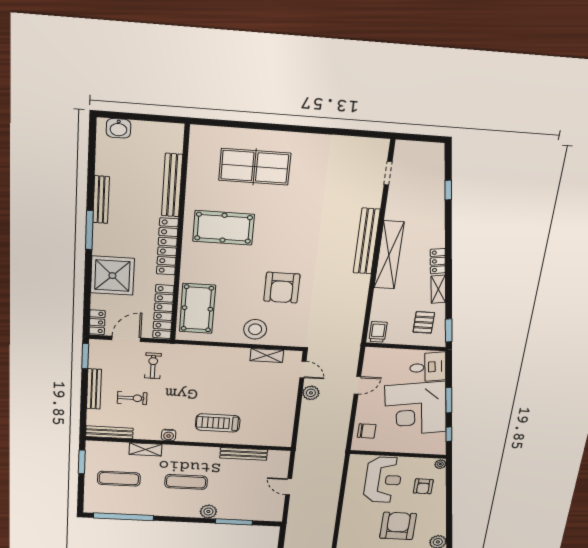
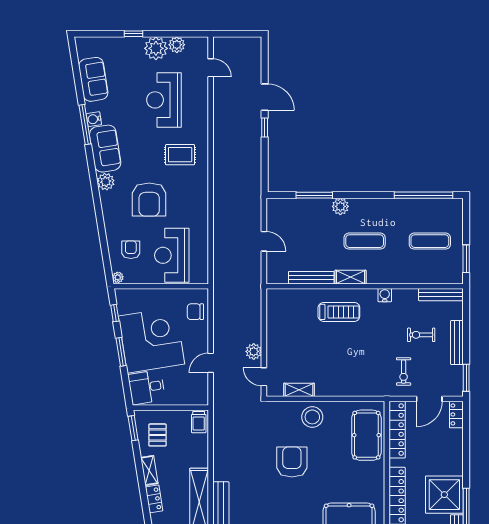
shower: (112, 276) -> (444, 495), moved
shelving: (145, 449) -> (351, 277), moved

